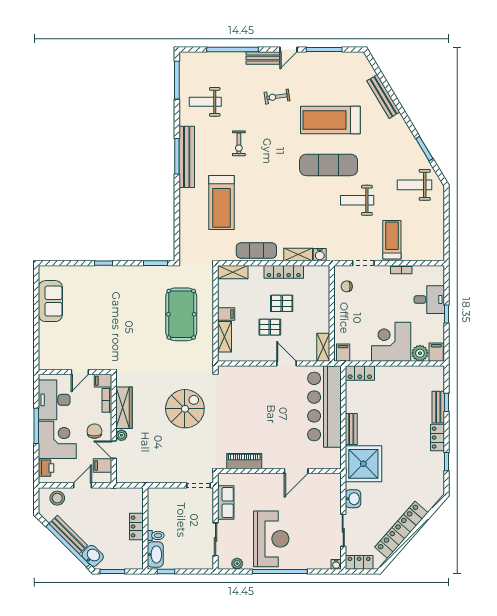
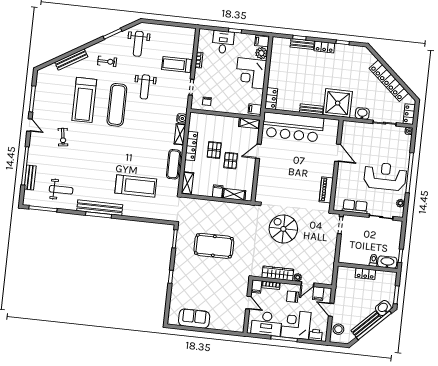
bench: (263, 58) -> (30, 178), moved
weight bench: (205, 102) -> (61, 190), turned -90
exercise bike: (239, 143) -> (107, 61), moved
pool table: (181, 314) -> (214, 246), moved

